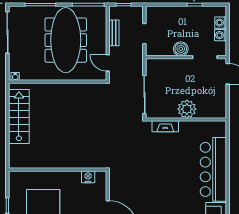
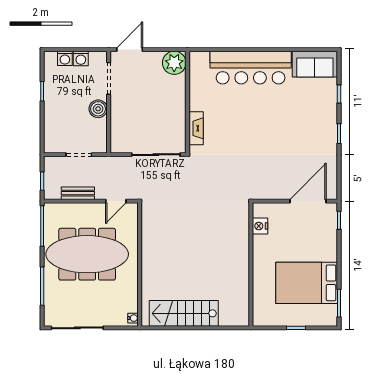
plant: (187, 109) -> (174, 63), moved

